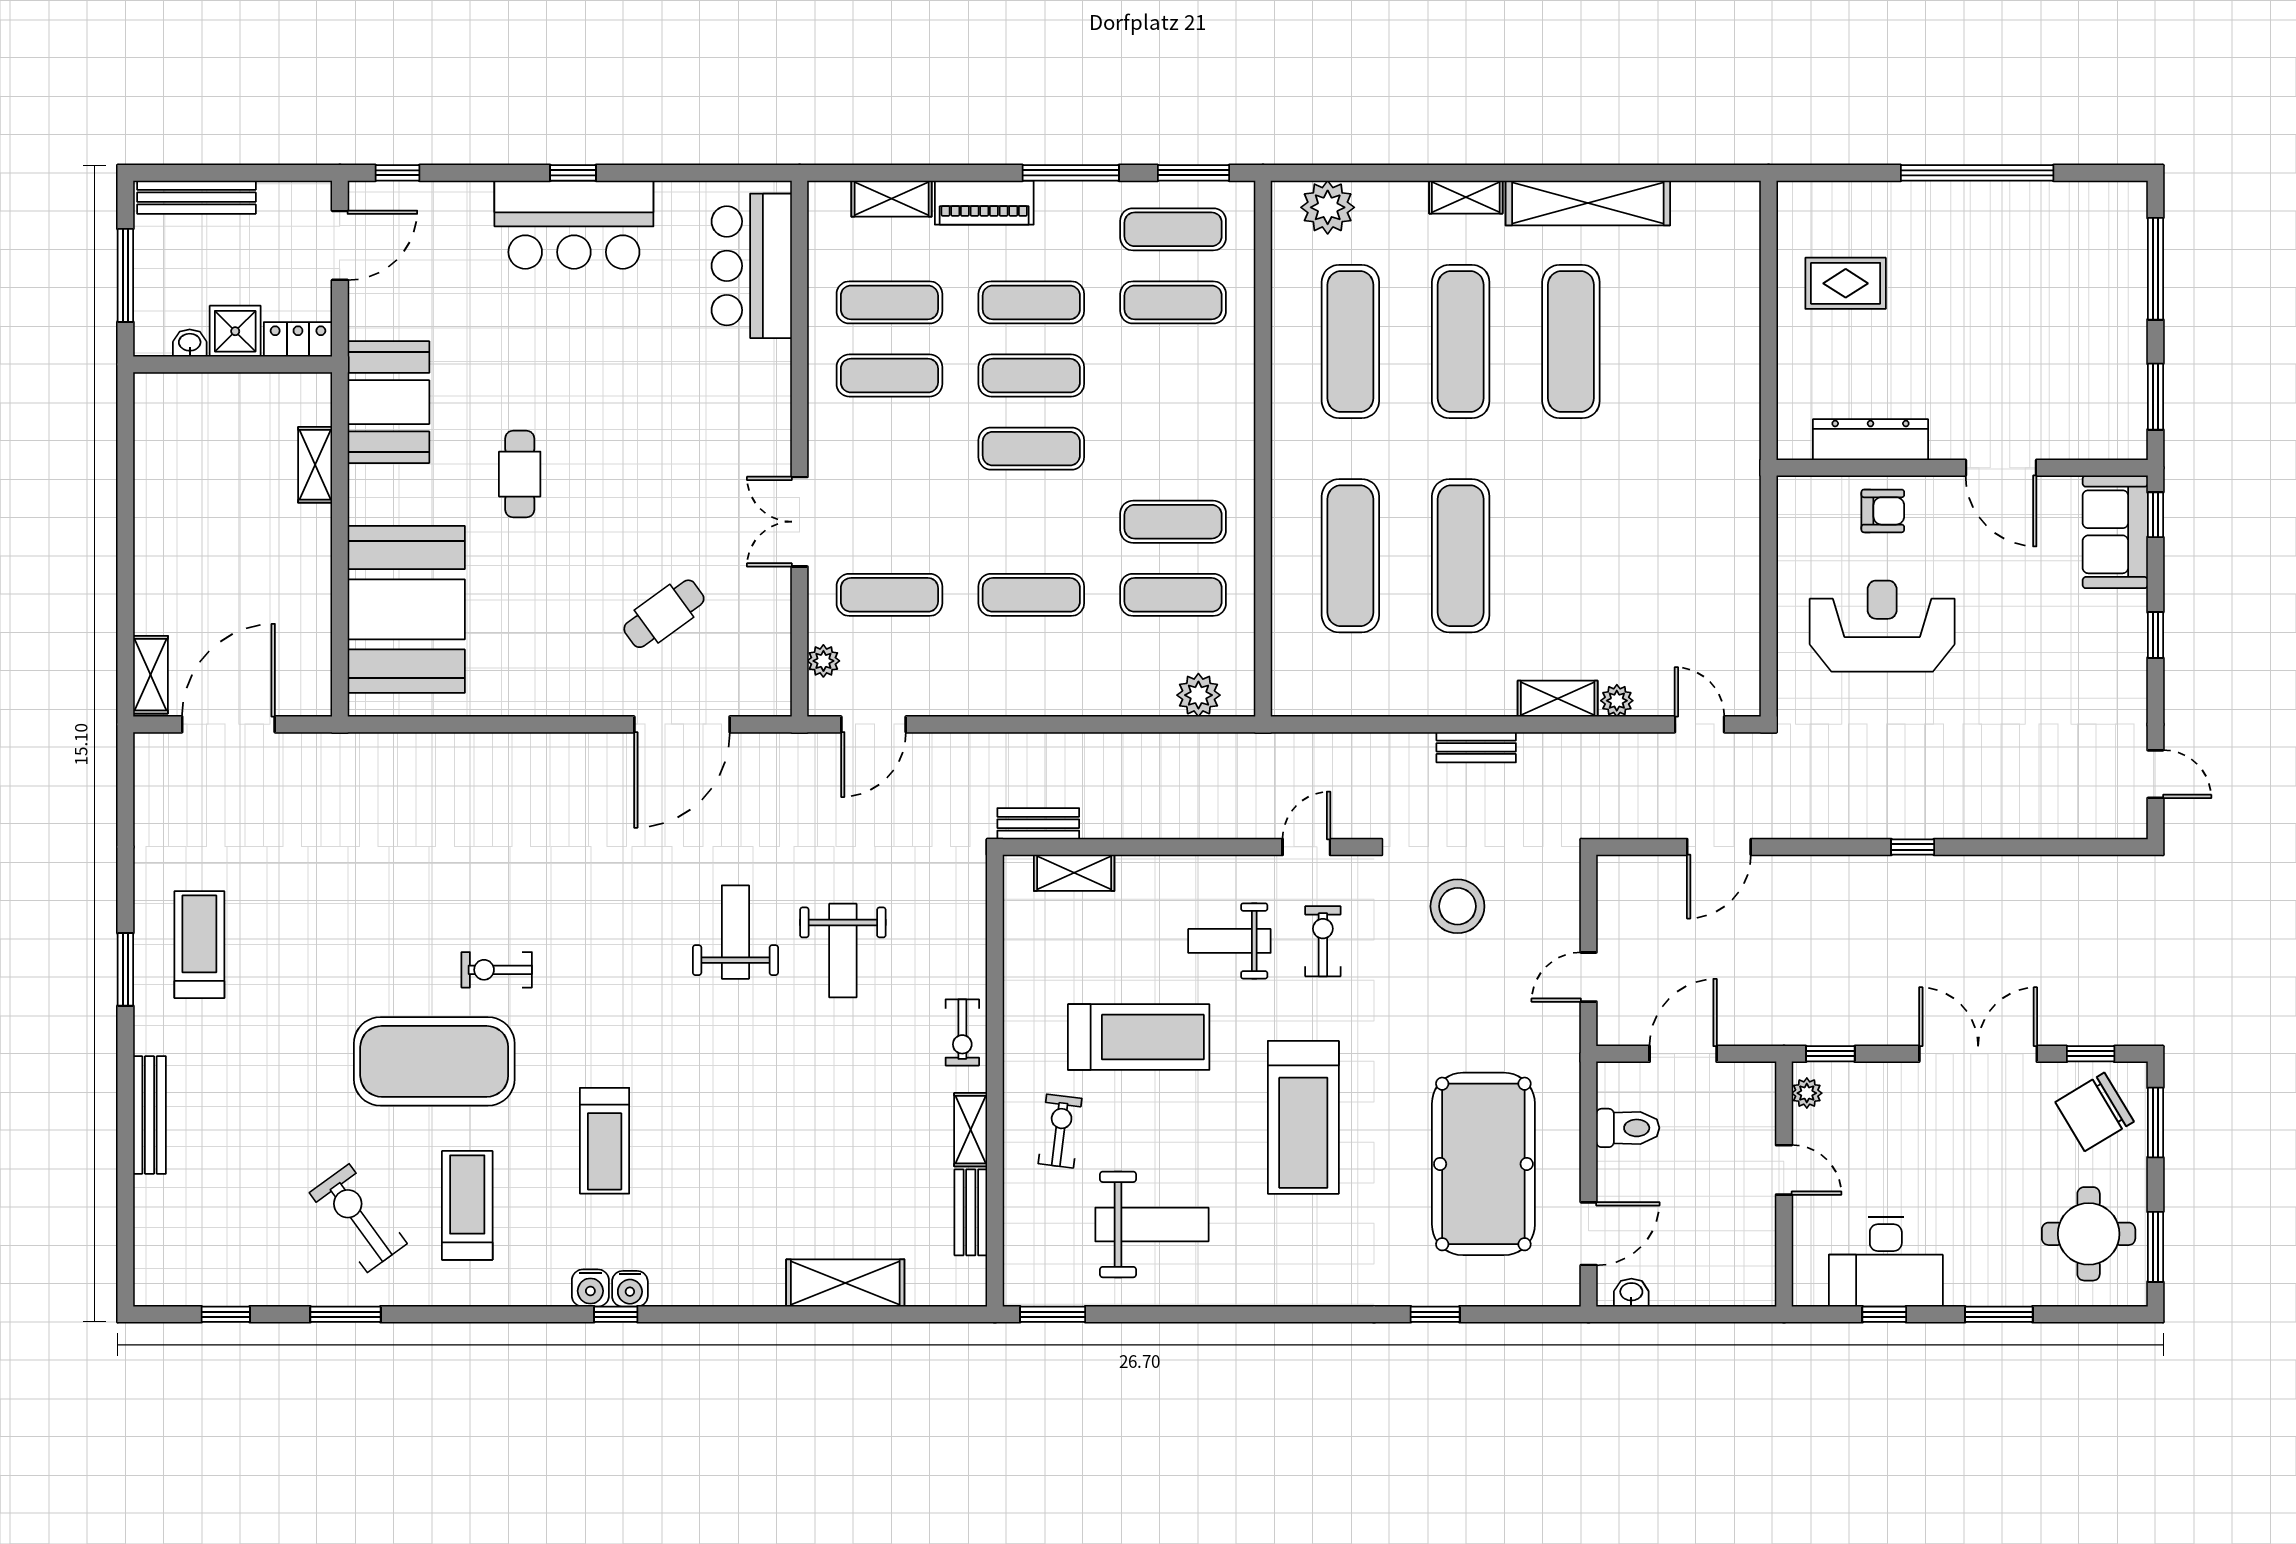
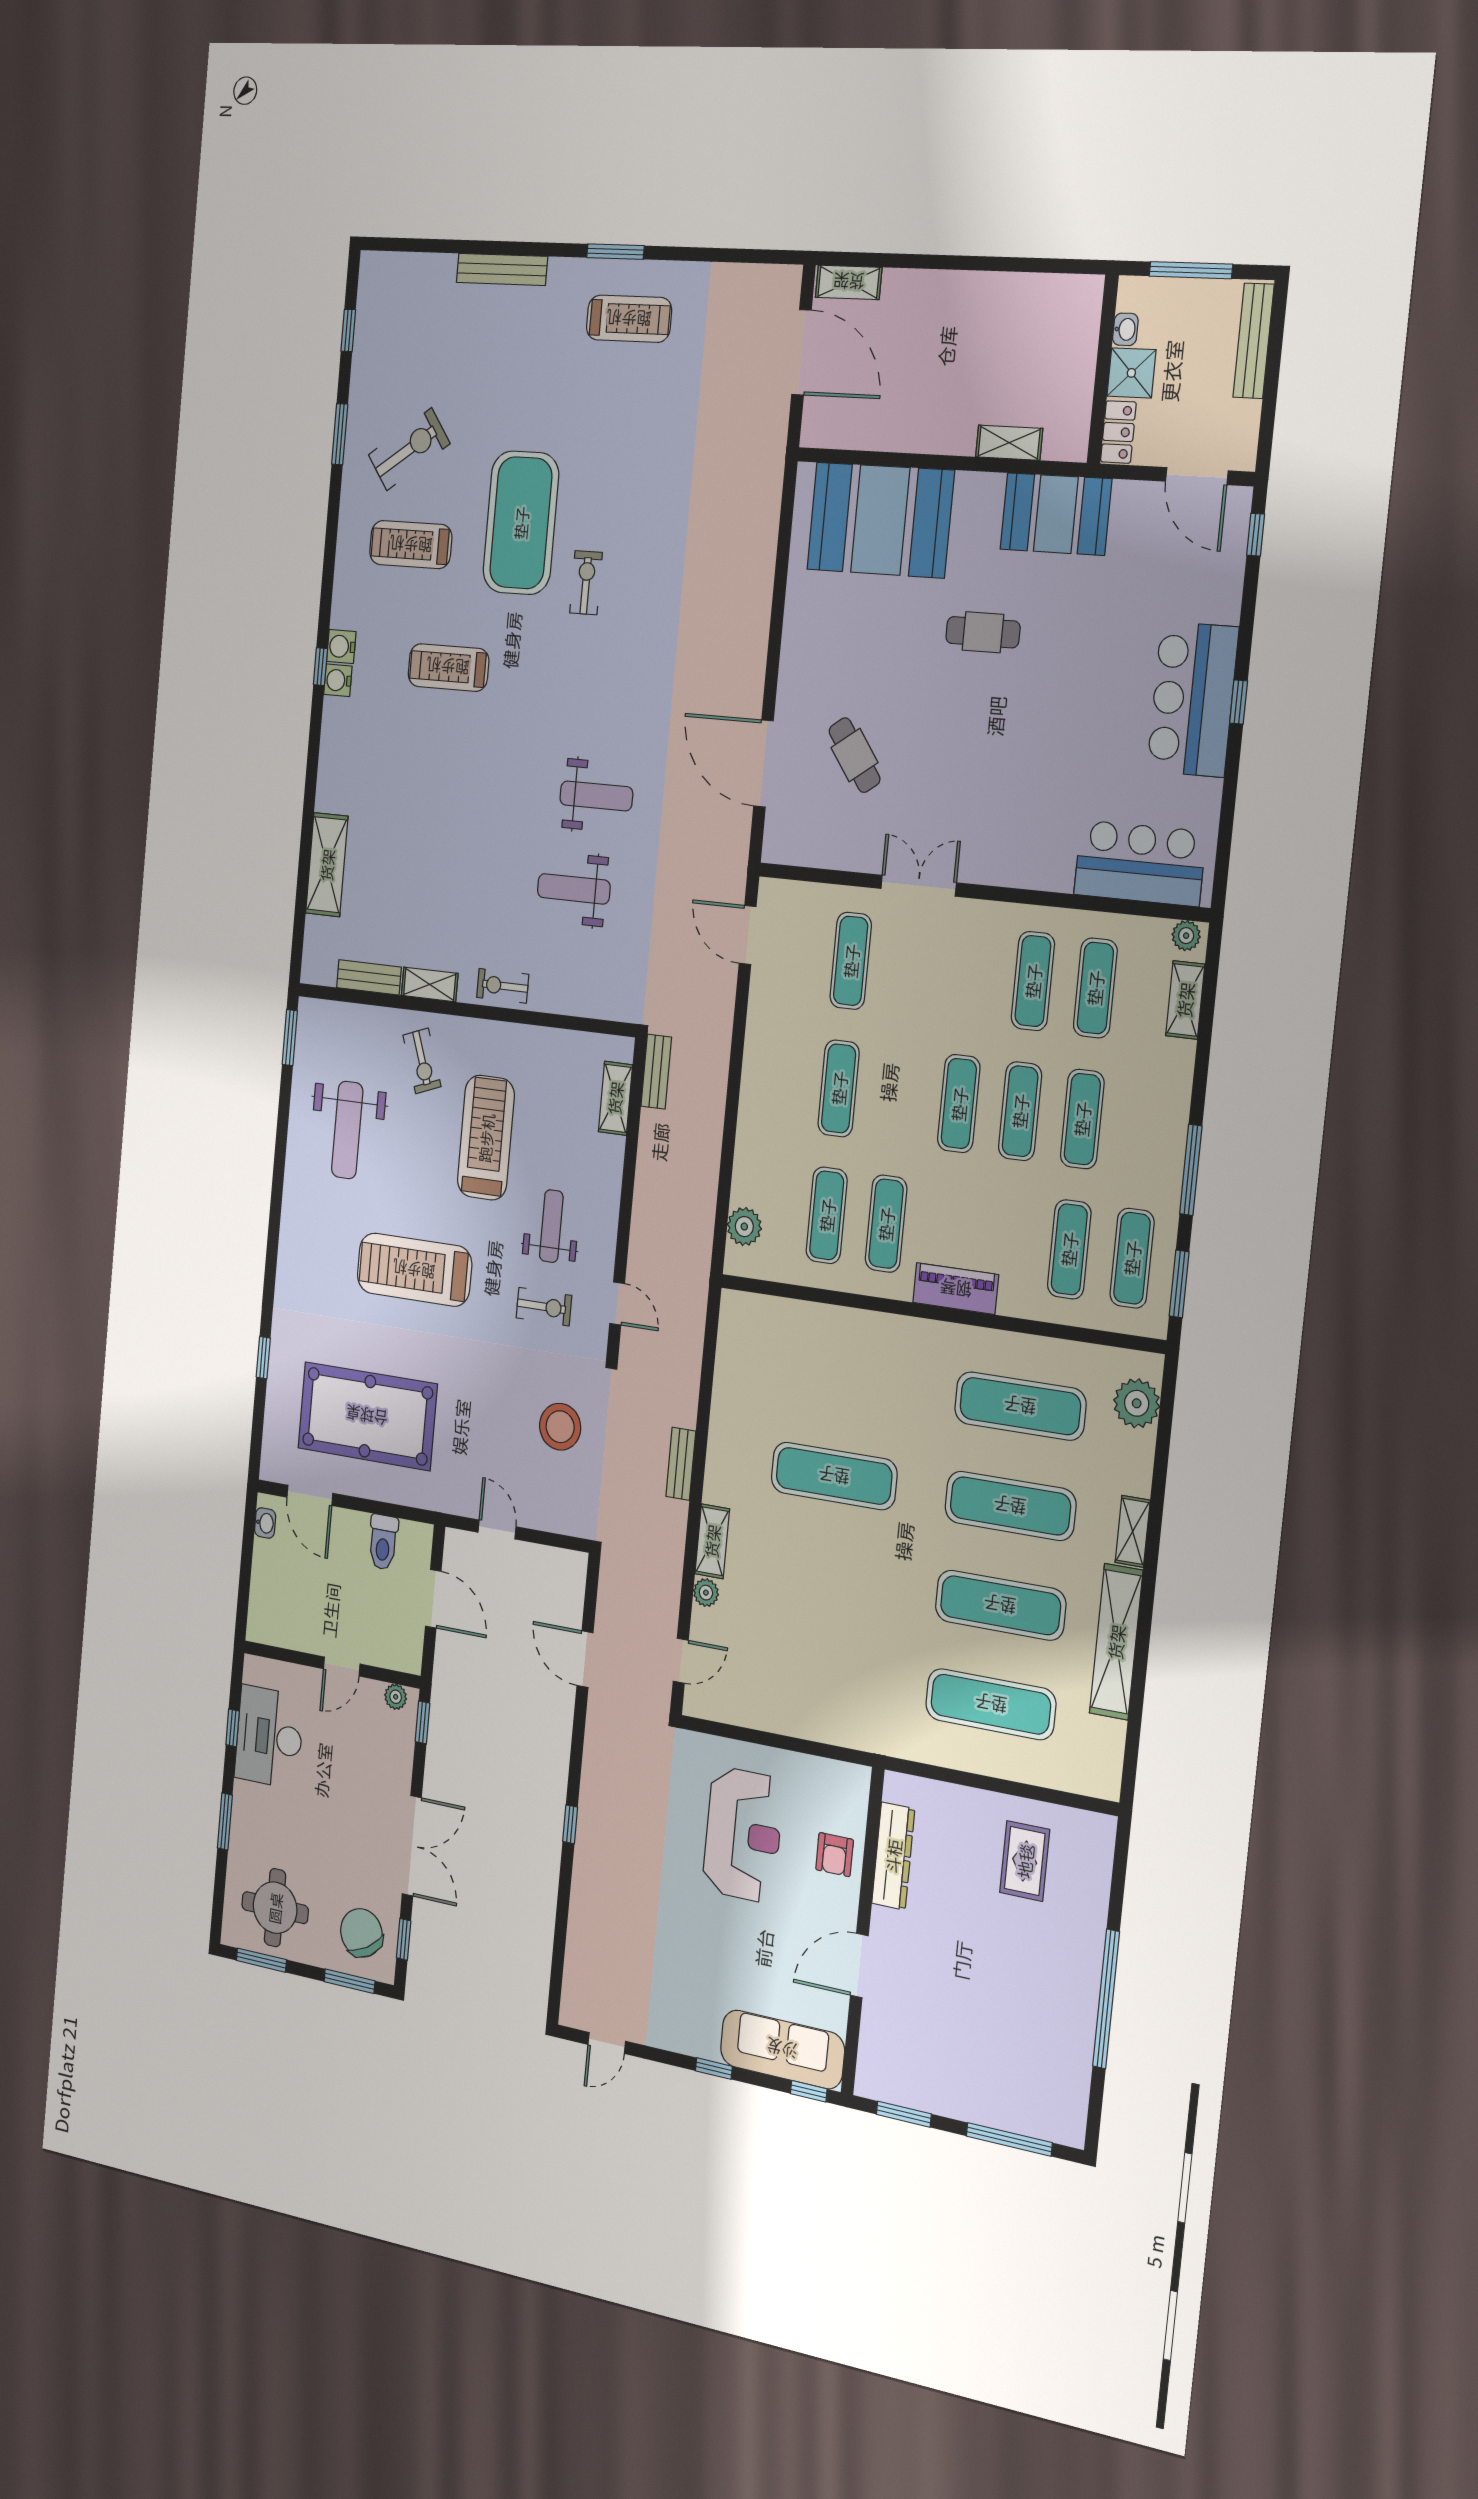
piano: (984, 203) -> (956, 1289), moved, turned 90
sofa: (2115, 532) -> (782, 2049), width x1.36
exercise mat: (1350, 556) -> (991, 1704), moved
plant: (823, 661) -> (1186, 936), moved
treadmill: (1139, 1037) -> (486, 1138), turned 180
exercise bike: (1060, 1131) -> (422, 1061), turned 63
treadmill: (467, 1205) -> (411, 545), turned 180

